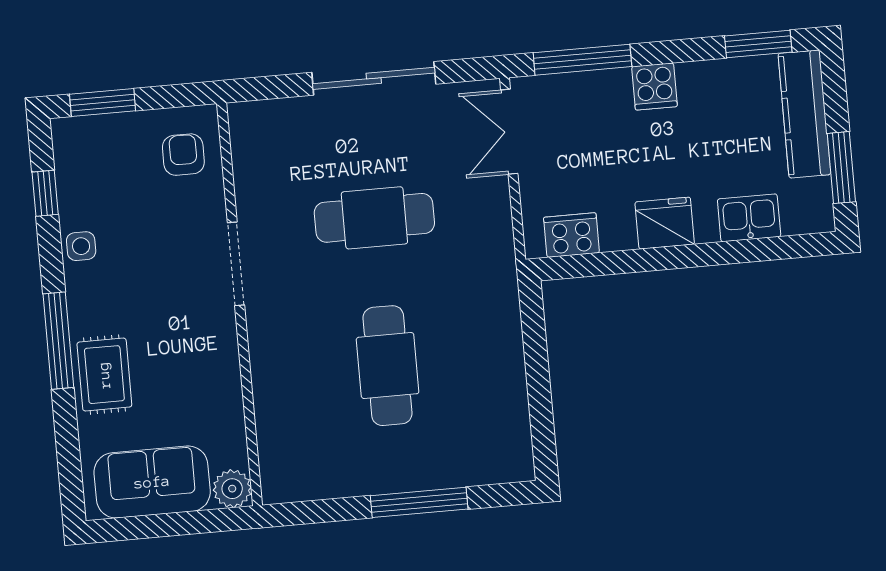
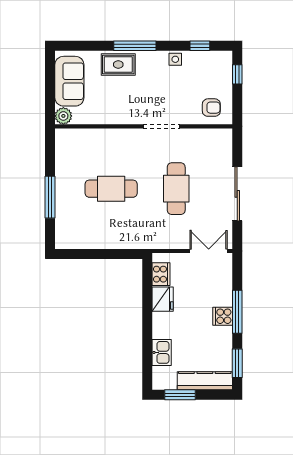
window: (582, 60) -> (237, 312), moved
window: (103, 102) -> (237, 74), width x0.67
fridge: (665, 223) -> (163, 299), moved

